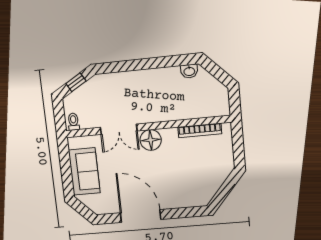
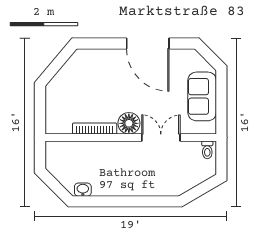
window: (76, 82) -> (200, 190), removed
bookcase: (200, 130) -> (95, 129), moved

